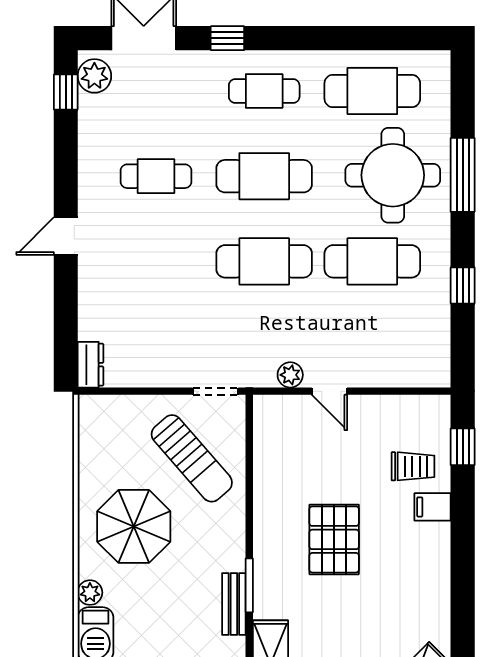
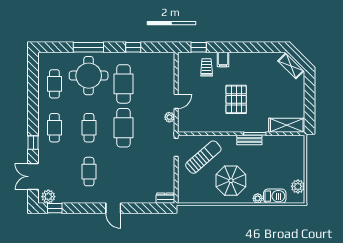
cafe table: (372, 91) -> (54, 84), width x0.73, depth x0.74
cafe table: (264, 176) -> (89, 128), width x0.73, depth x0.74
pallet: (334, 539) -> (236, 99), turned 90
bench: (234, 604) -> (249, 140), moved

